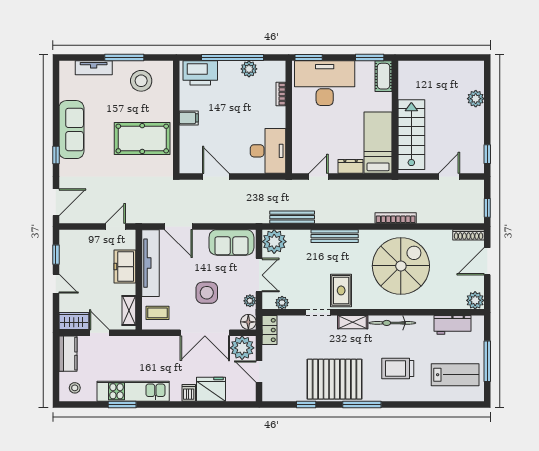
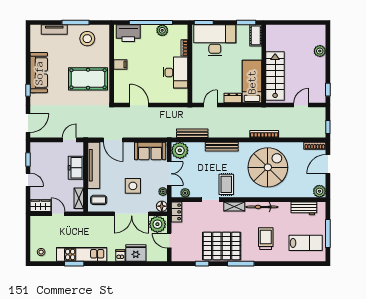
desk: (268, 151) -> (175, 72), moved
kitchen counter: (68, 354) -> (36, 228), removed
trolley: (398, 368) -> (266, 239), turned 90

